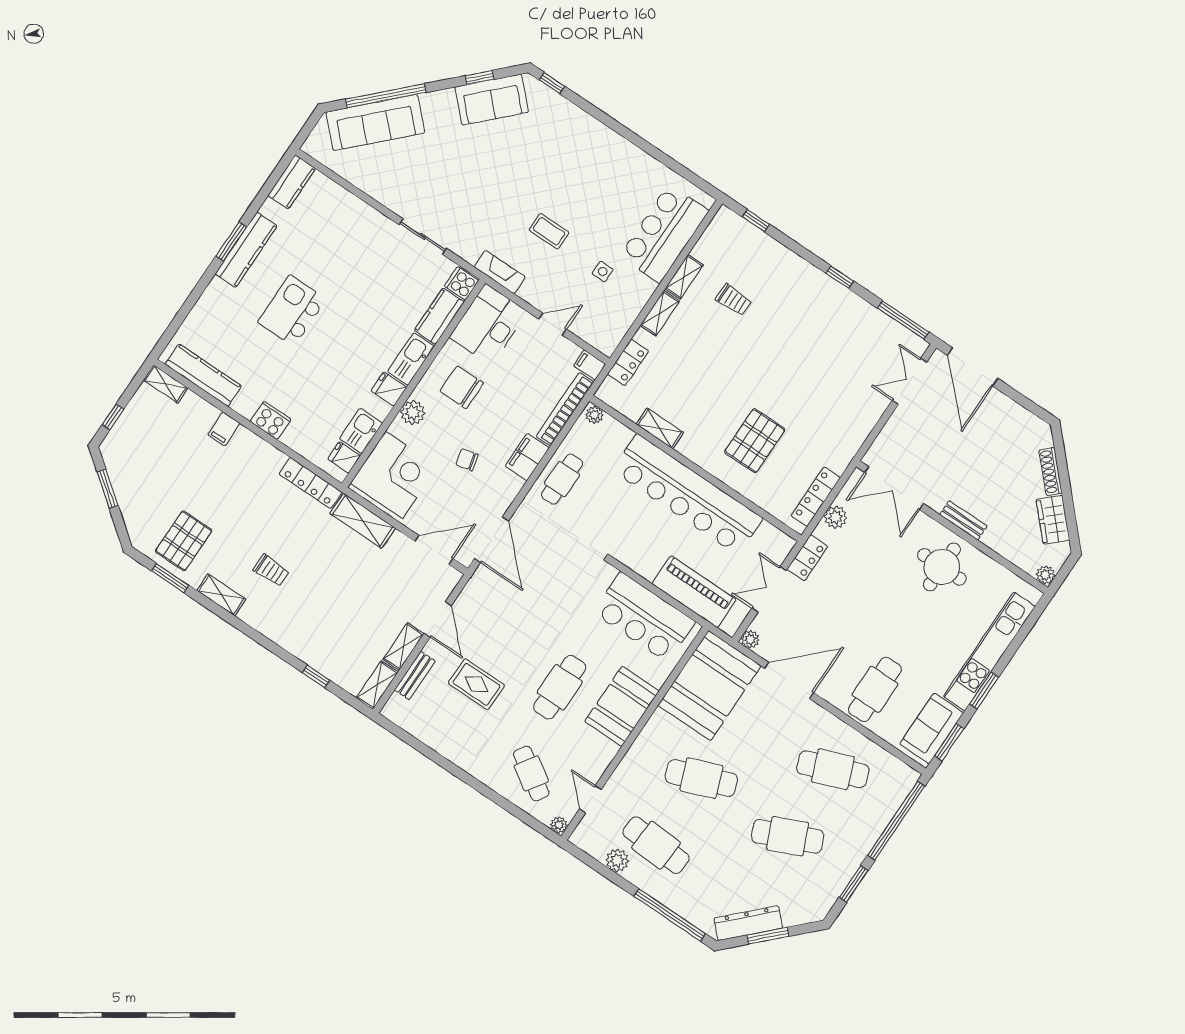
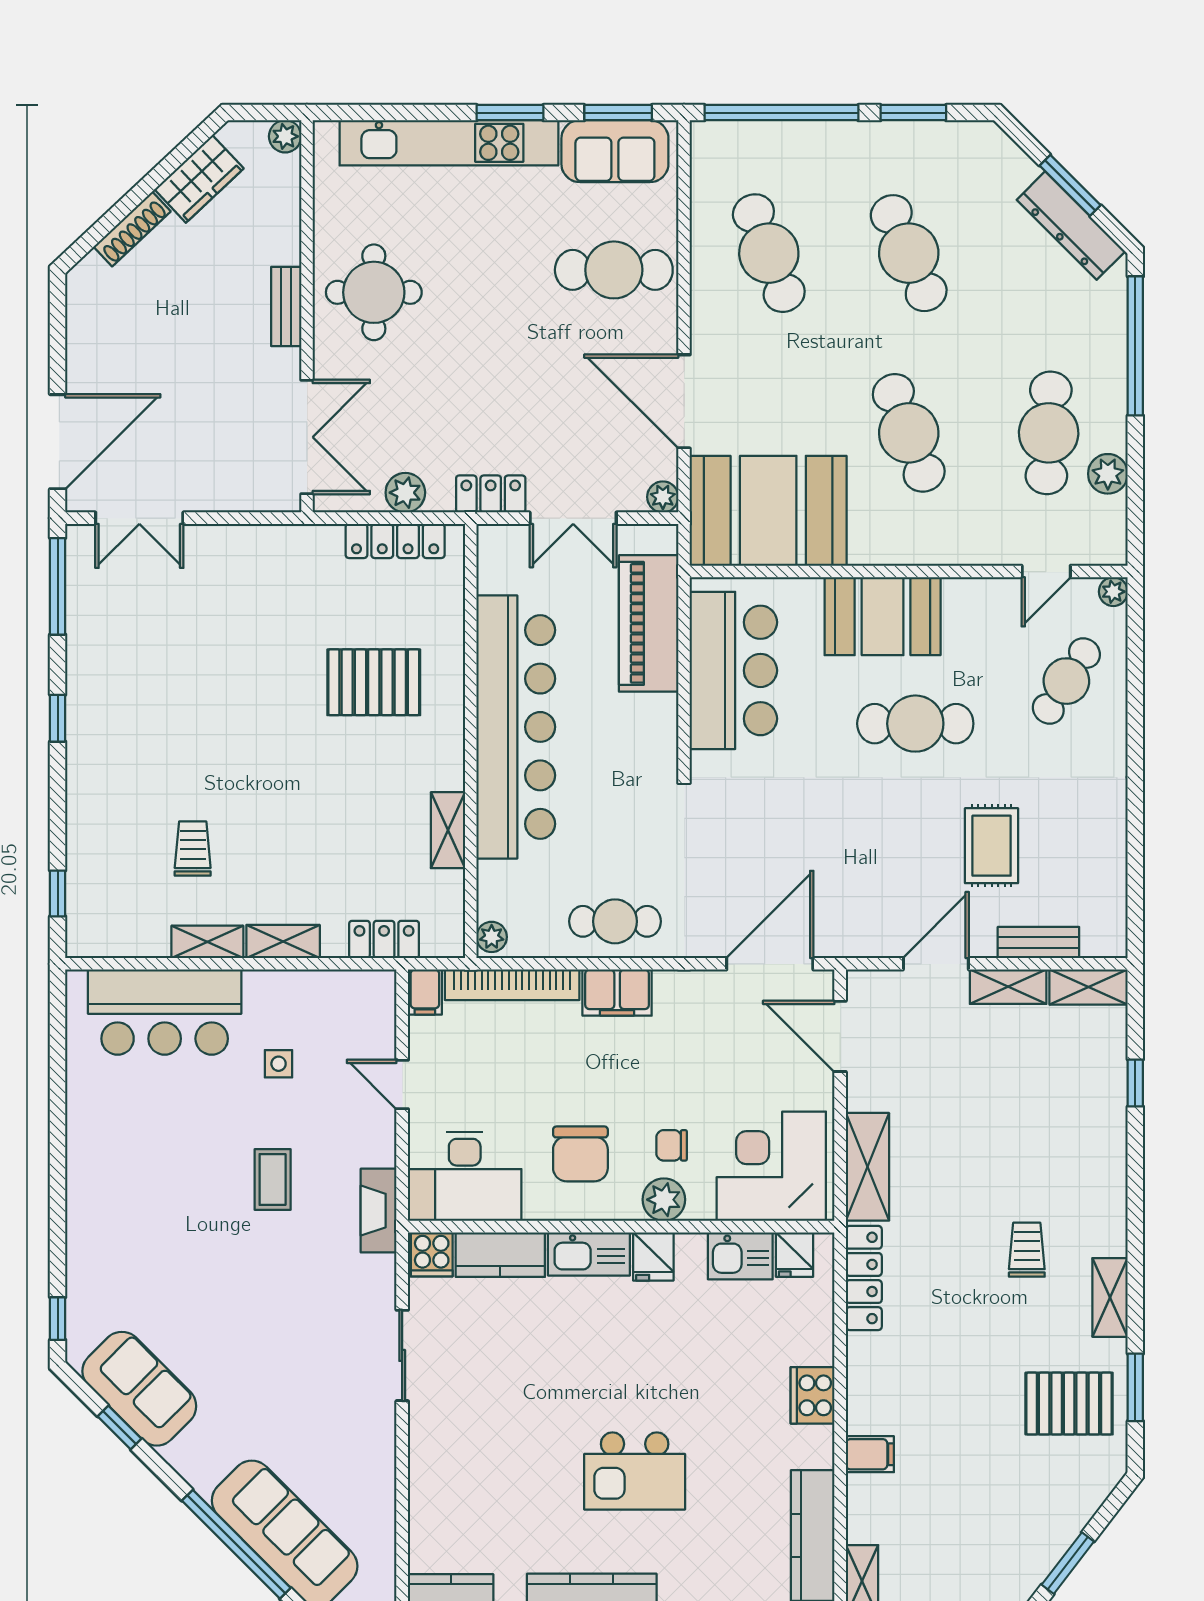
chair: (467, 460) -> (672, 1145), moved, turned 103

